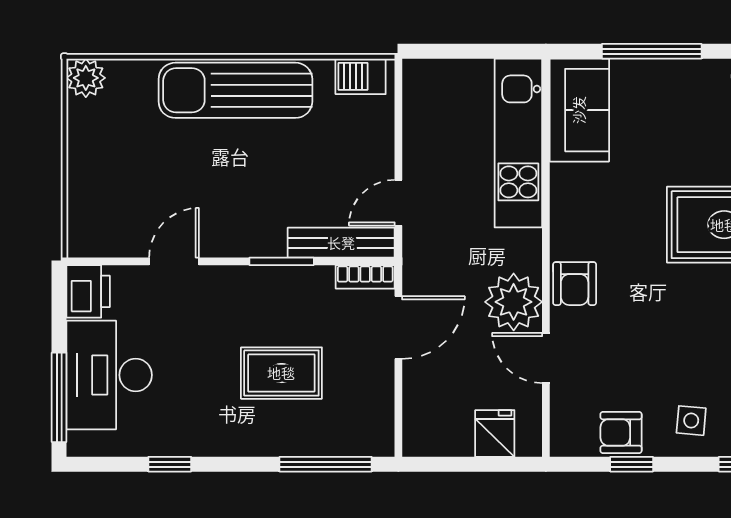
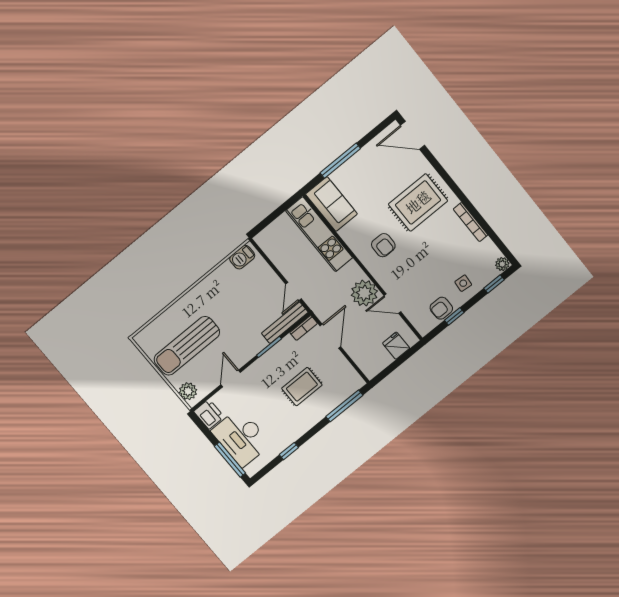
plant: (86, 78) -> (188, 391), moved
sun lounger: (235, 90) -> (187, 346), moved
armchair: (575, 284) -> (383, 245), moved

